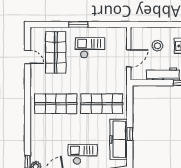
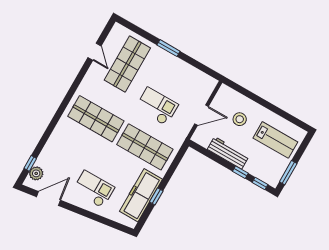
checkout: (90, 48) -> (157, 106), moved

